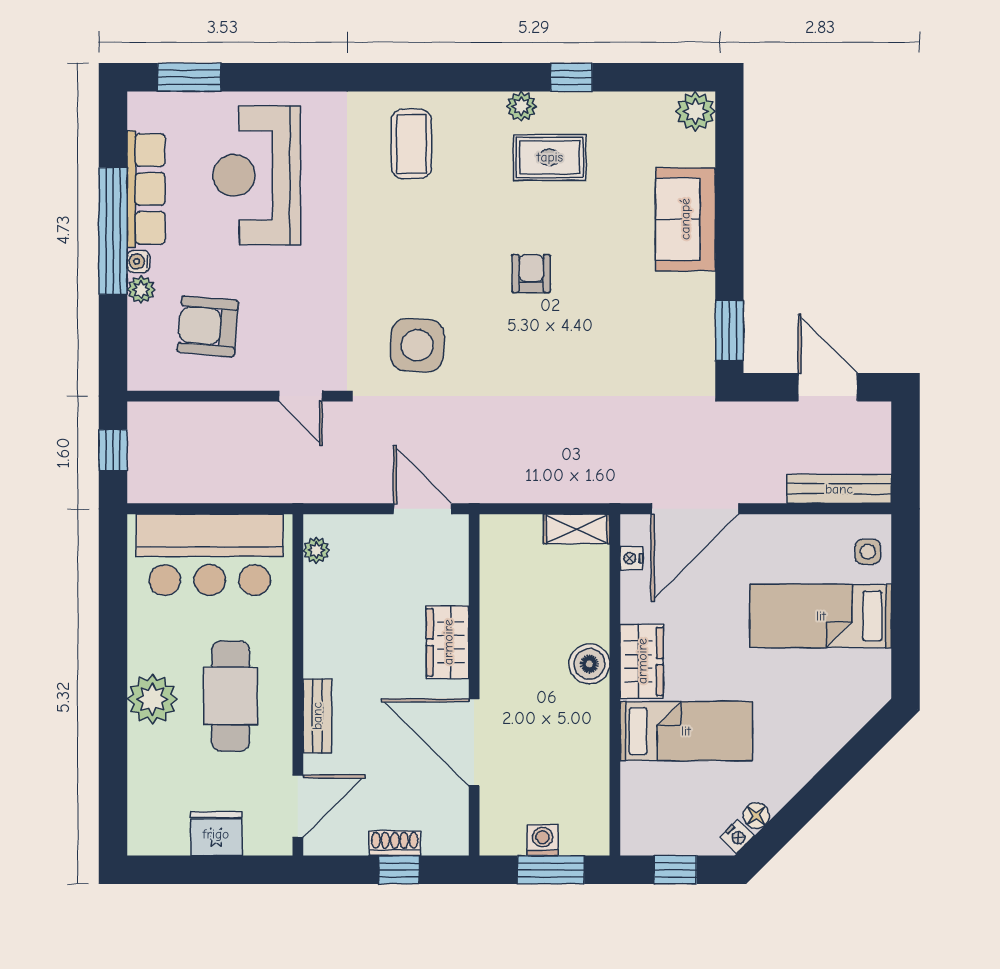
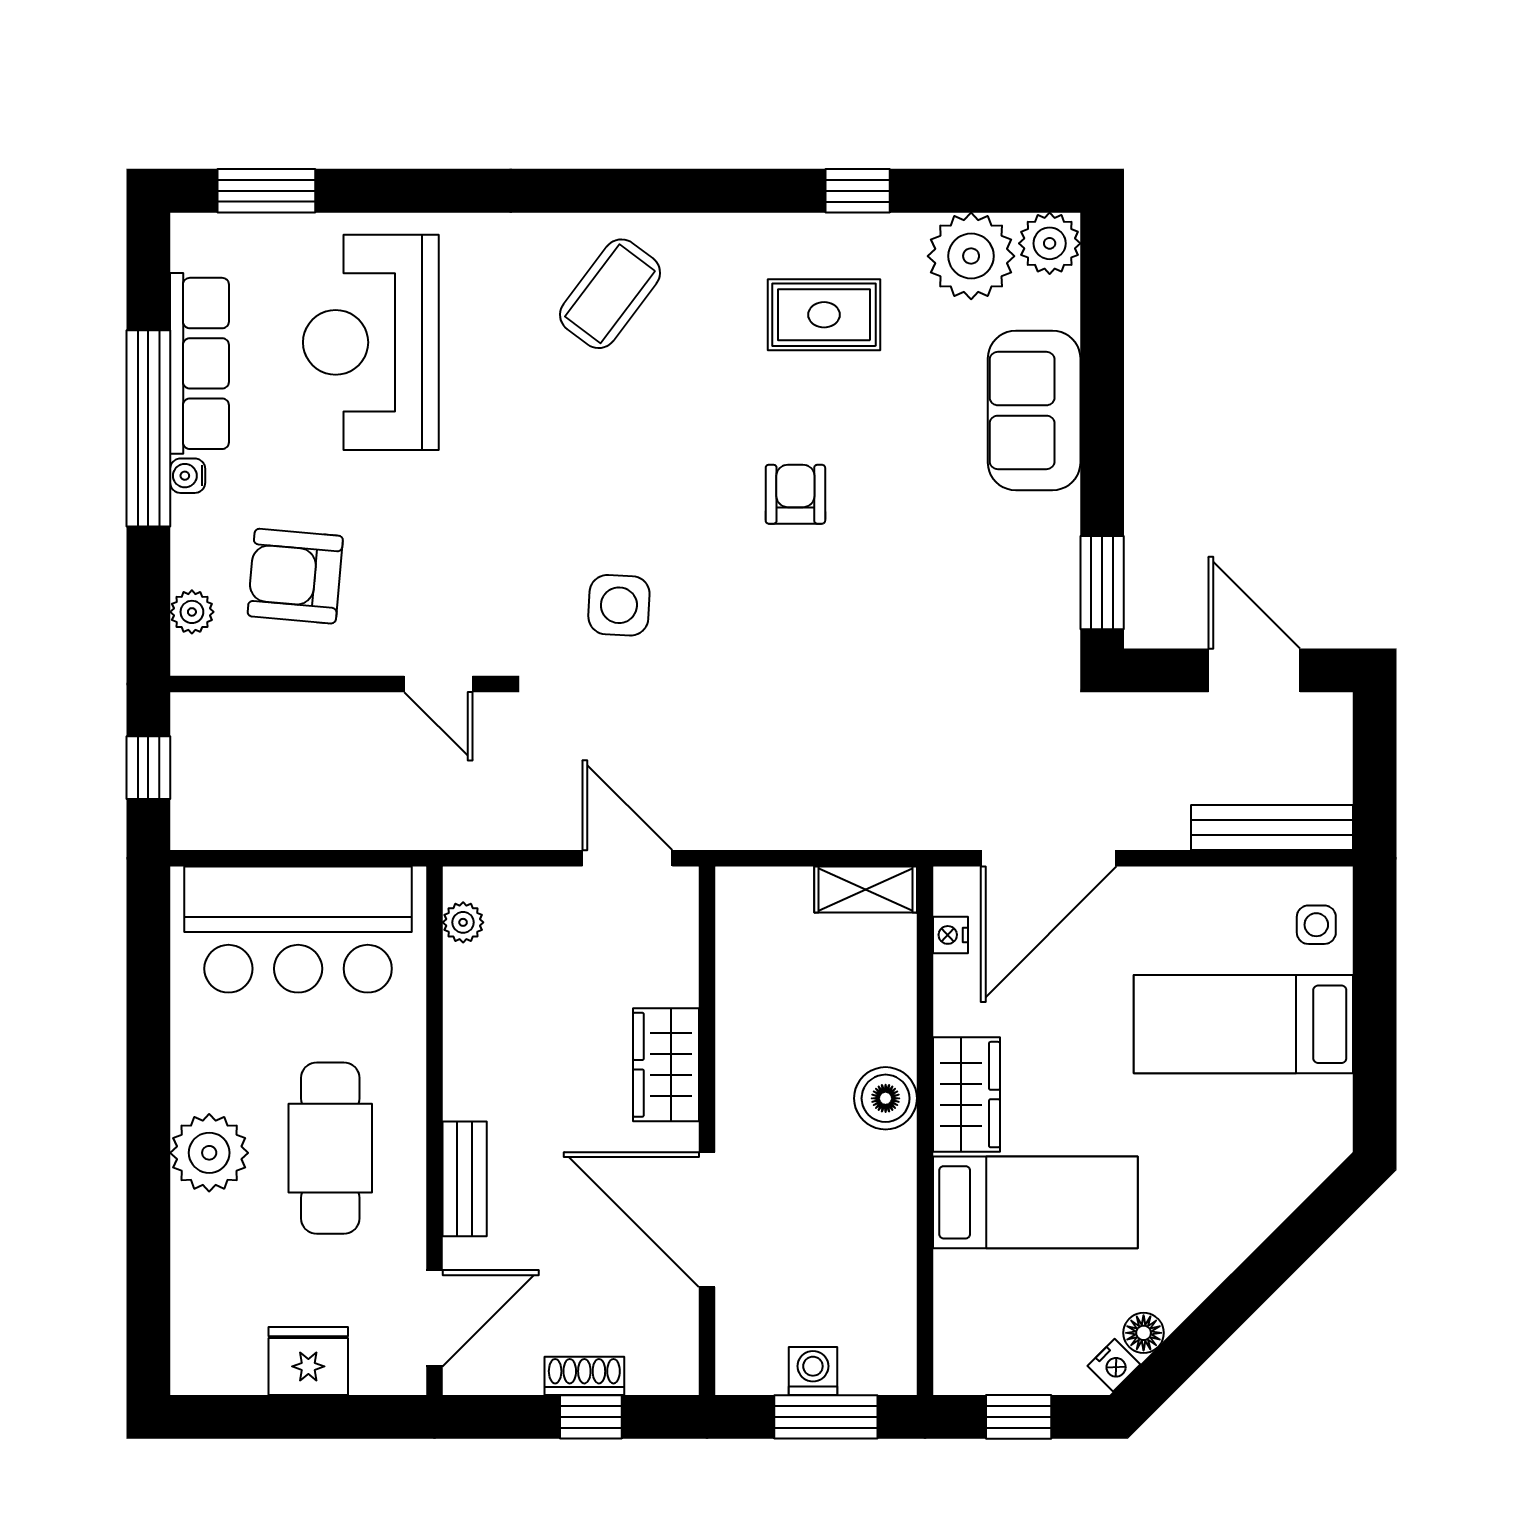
plant: (521, 106) -> (971, 256), moved, width x1.88, depth x1.88
coffee table: (411, 144) -> (610, 294), turned 37
plant: (141, 290) -> (192, 612), moved
side table: (417, 345) -> (619, 605), width x0.73, depth x0.73

